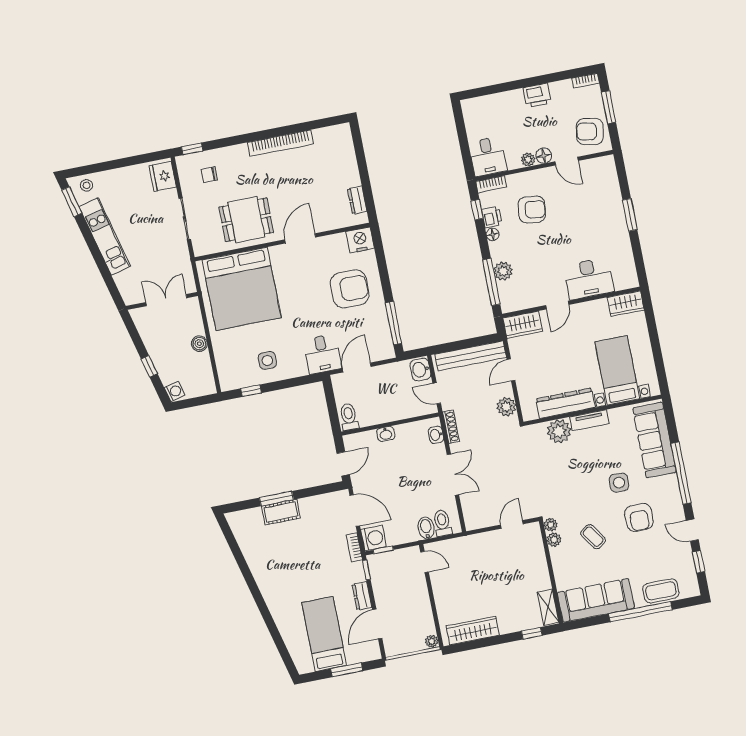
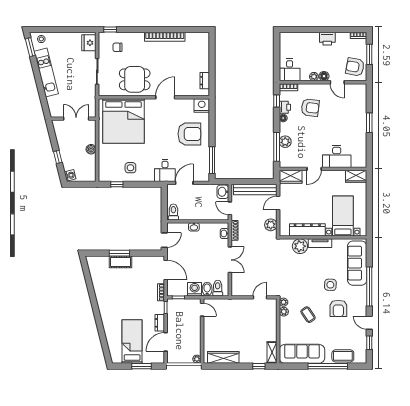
washing machine: (374, 538) -> (195, 289), moved, turned -90

